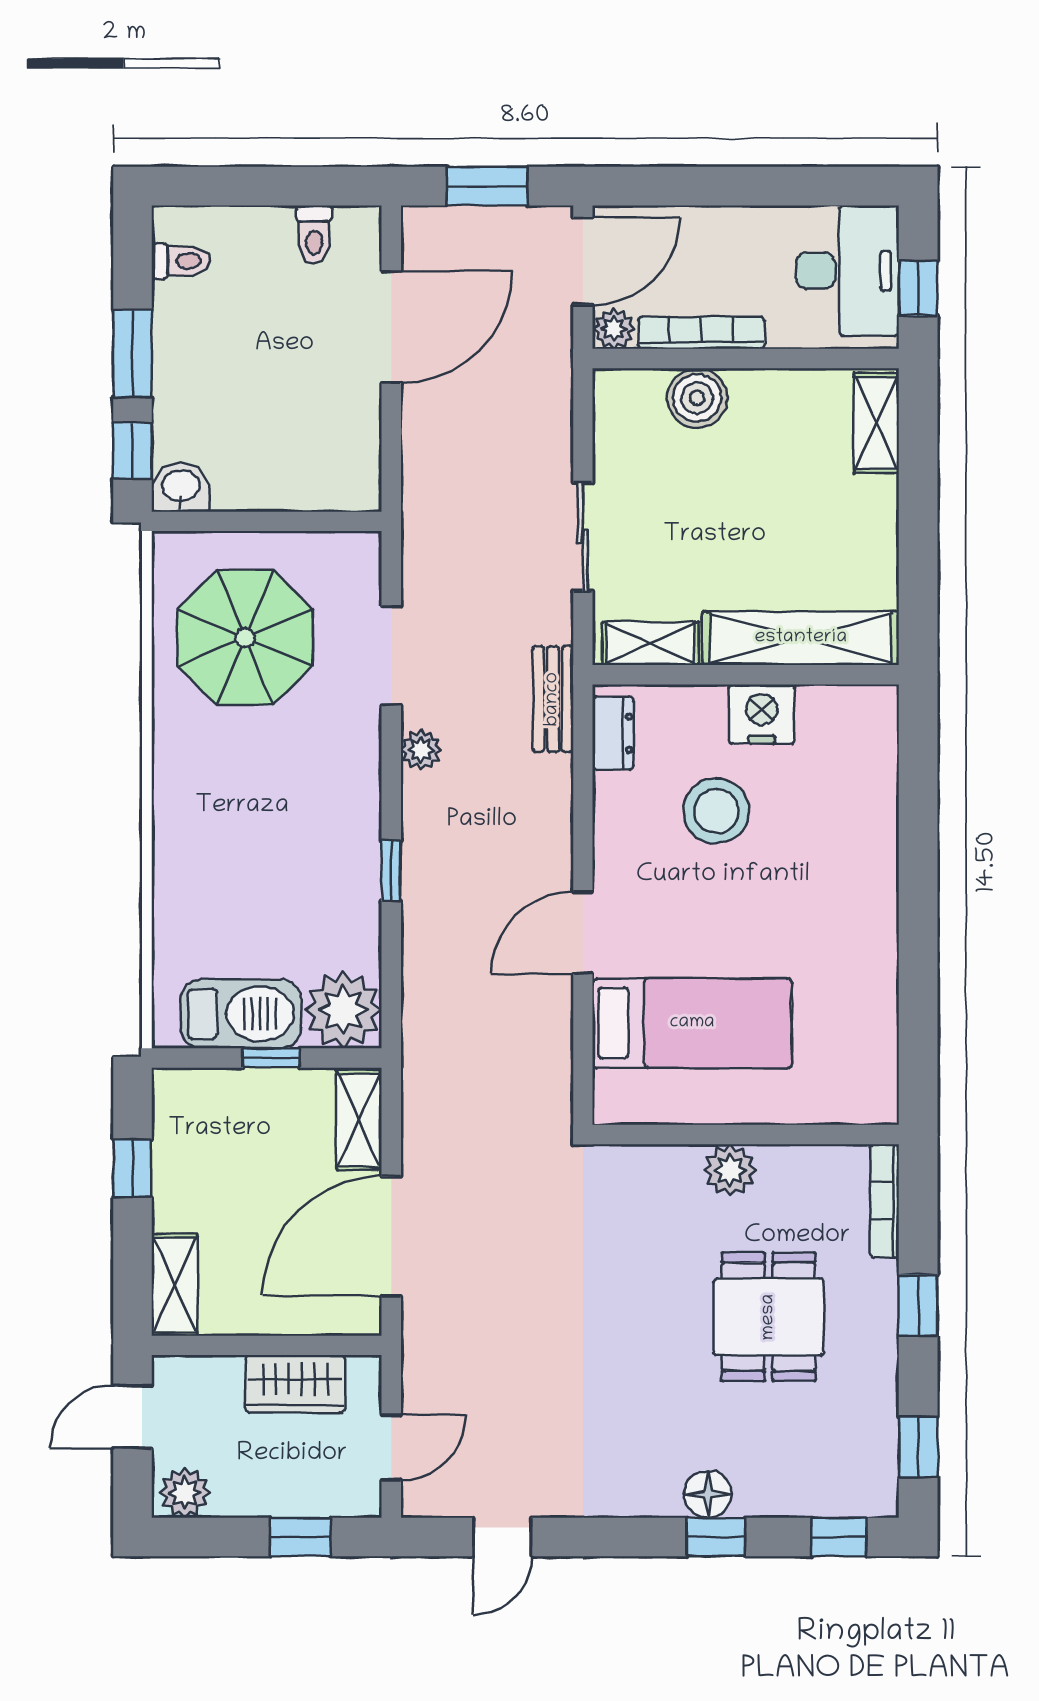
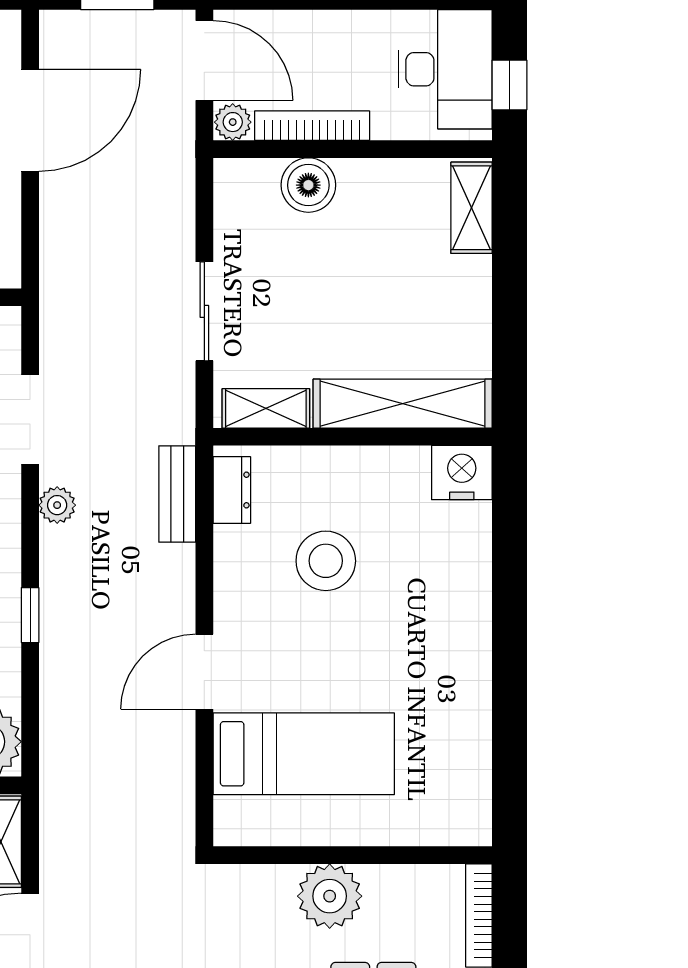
door: (583, 261) -> (204, 60), hinge flipped
bench: (553, 699) -> (177, 494), moved
nightstand: (762, 714) -> (462, 473), moved
plant: (730, 1170) -> (330, 896), width x1.36, depth x1.36

